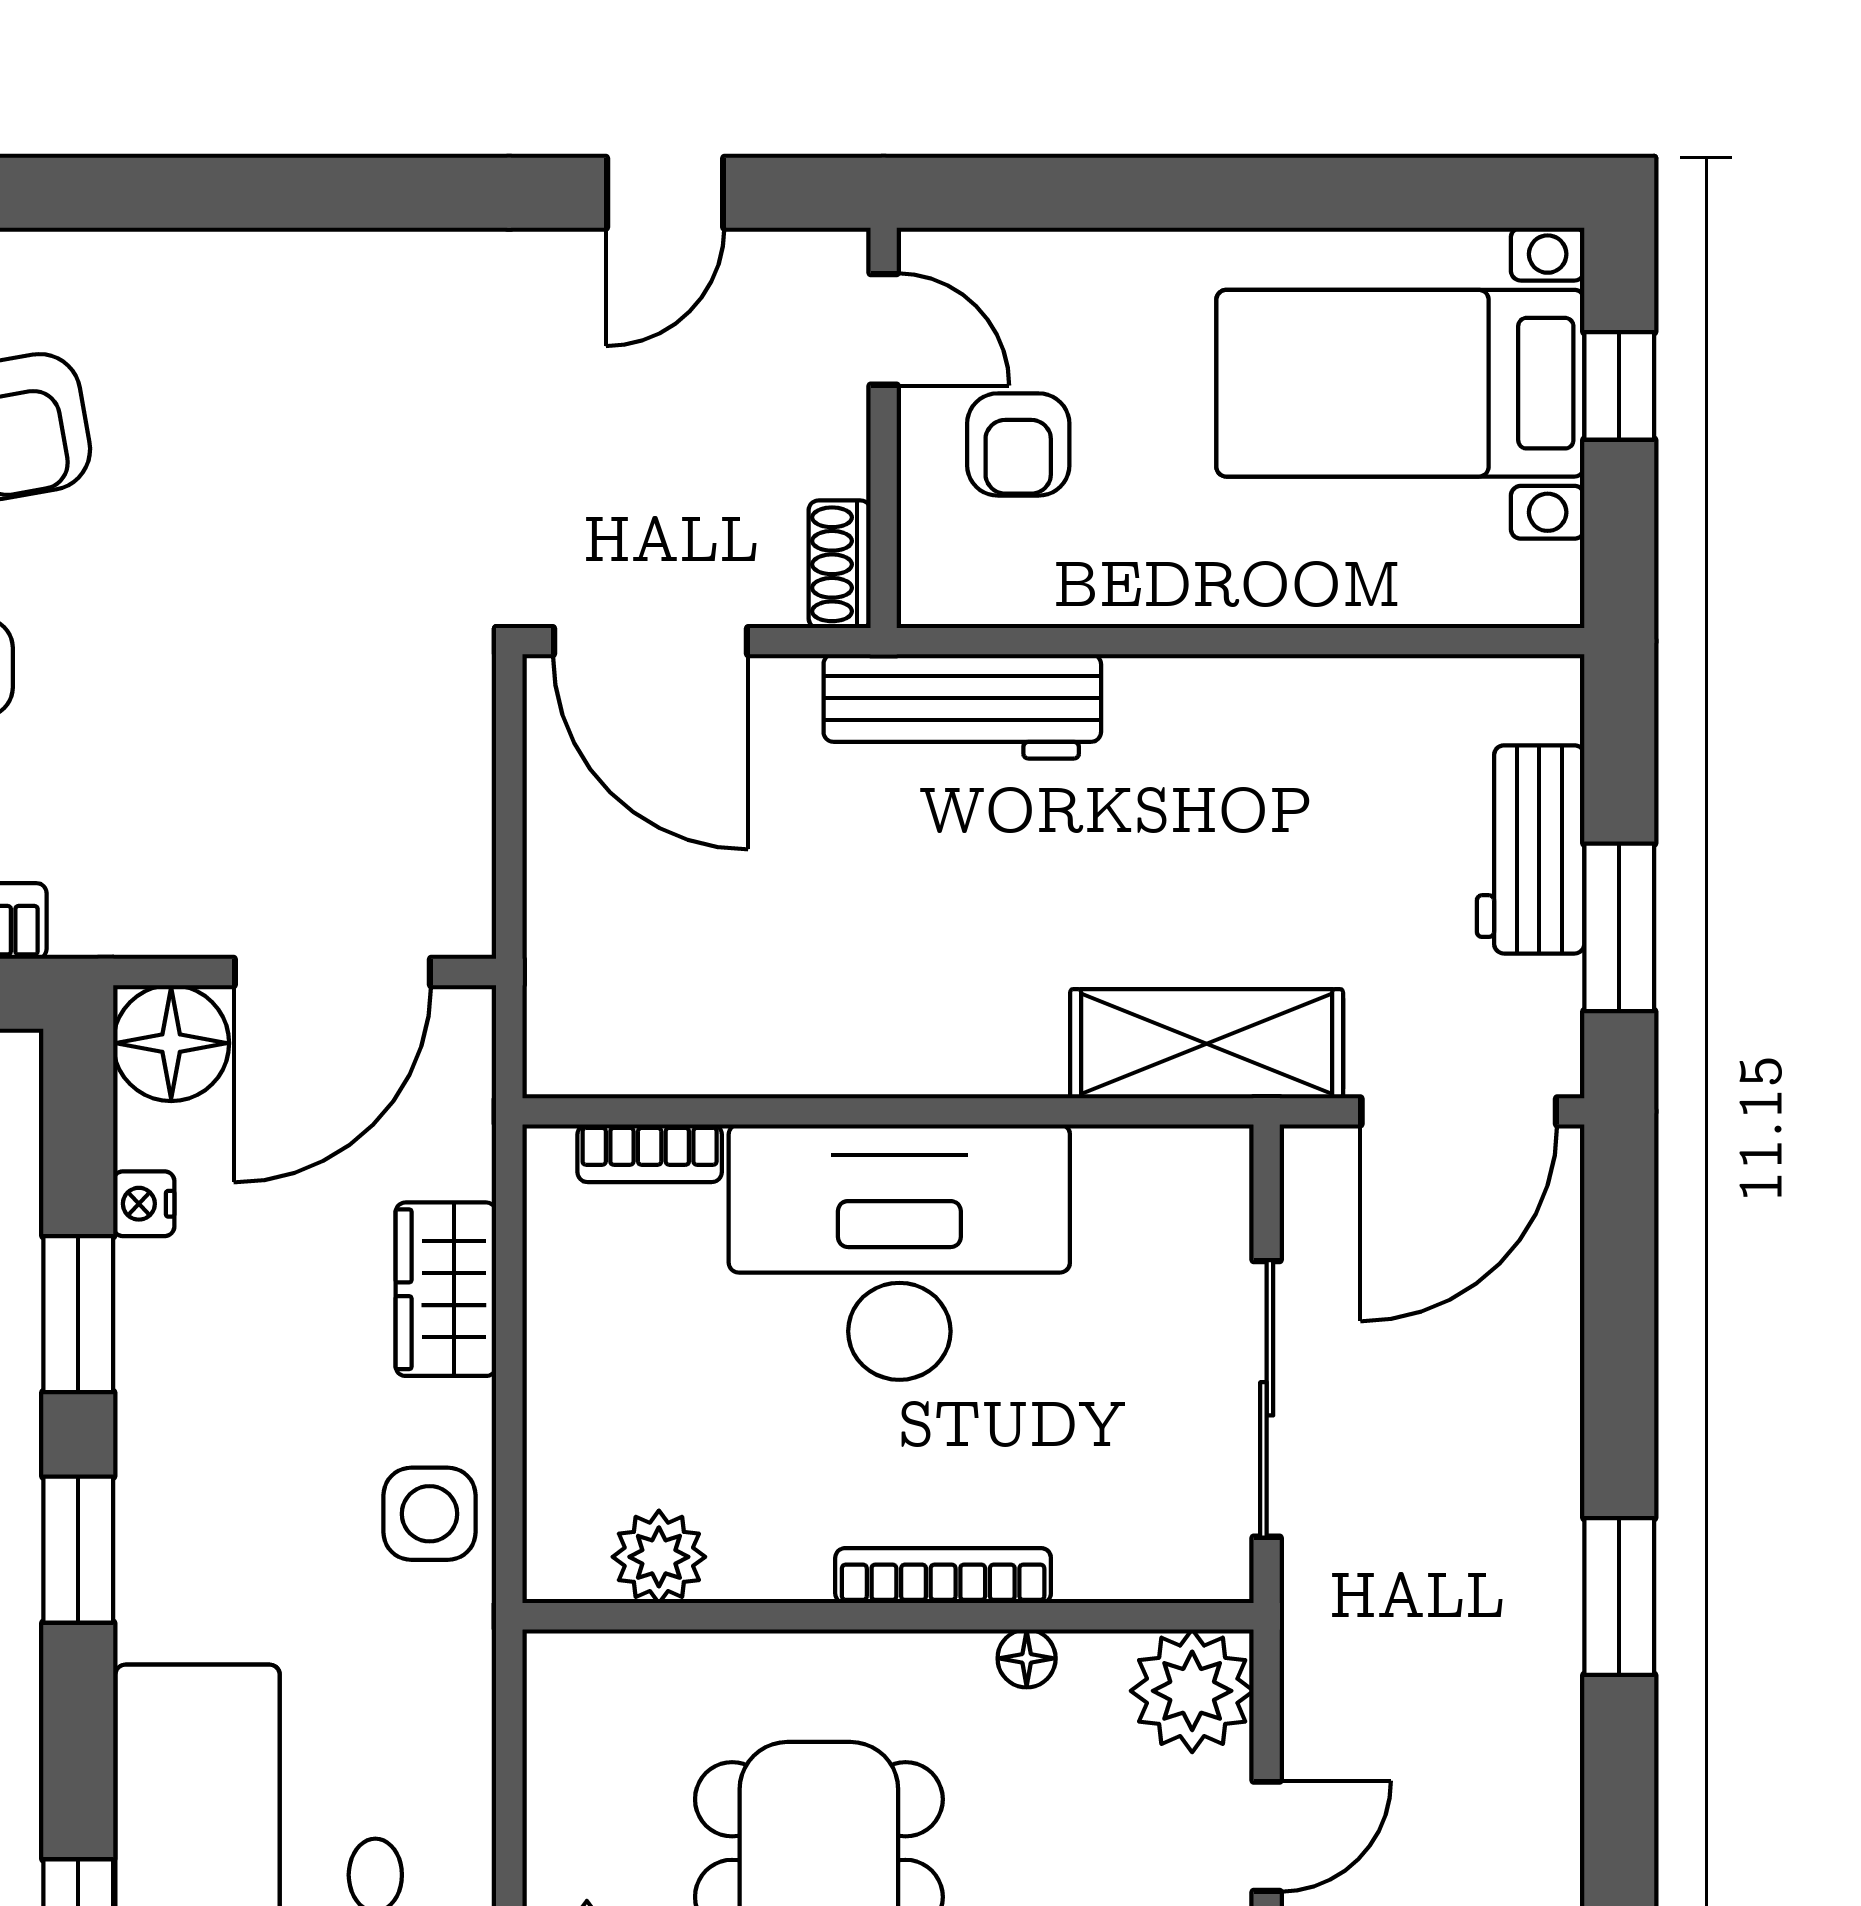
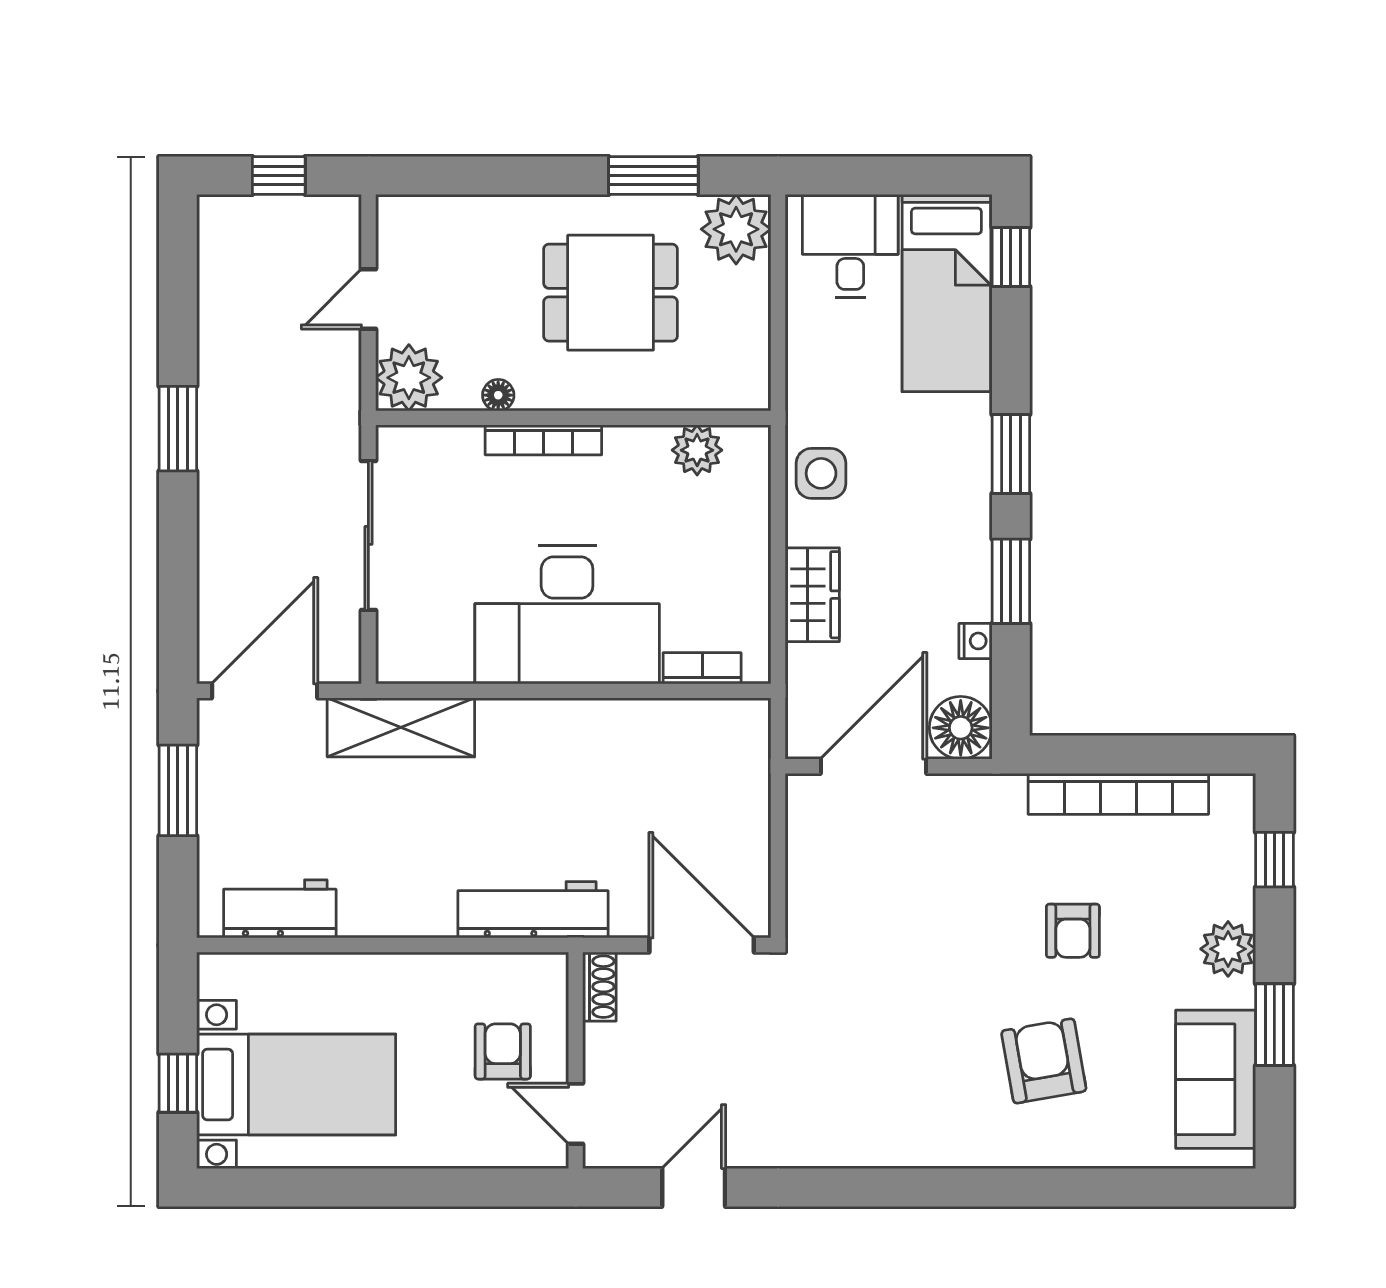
workbench: (1531, 849) -> (280, 909), moved, turned -90

